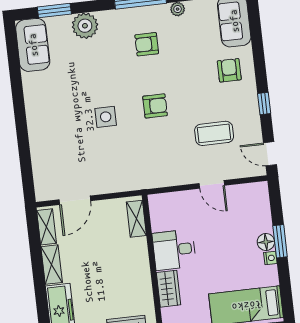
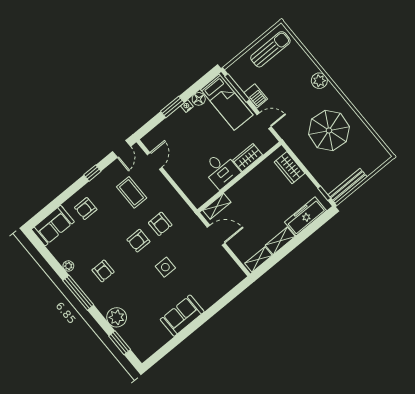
sofa: (33, 45) -> (182, 316), moved
armchair: (155, 106) -> (138, 241), turned -90
armchair: (158, 143) -> (160, 224), added
door: (212, 184) -> (155, 161), moved
door: (75, 200) -> (216, 235), moved
floor lamp: (266, 242) -> (199, 99), moved

